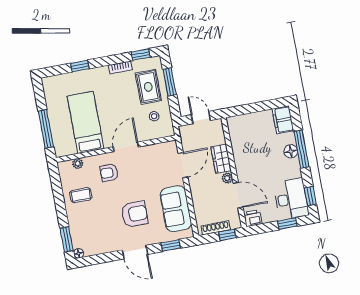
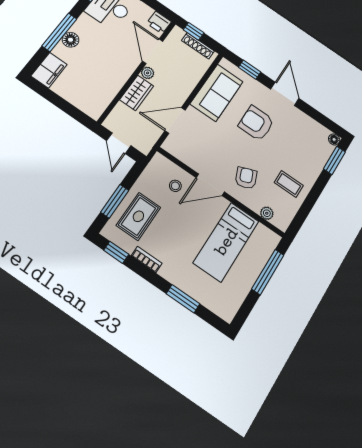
window: (80, 66) -> (183, 299), width x1.50
stool: (154, 116) -> (175, 186), moved
armchair: (109, 173) -> (246, 178), turned -112

